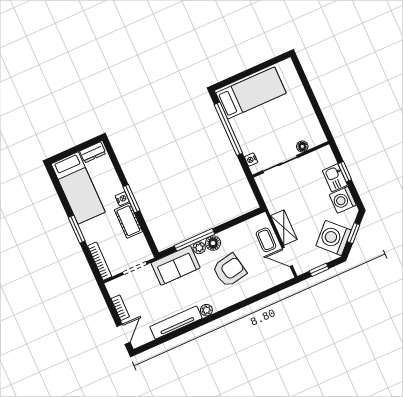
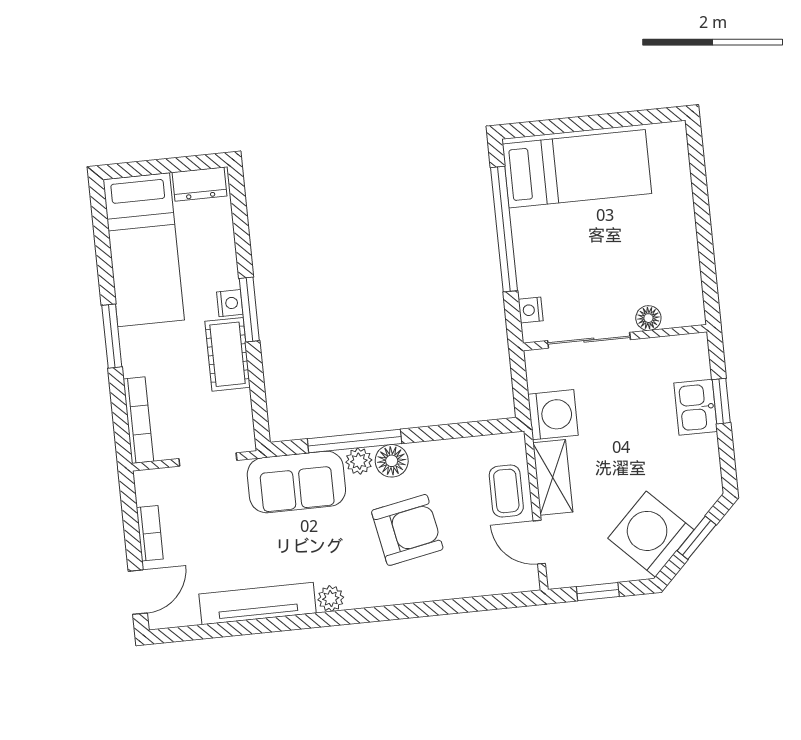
washing machine: (343, 200) -> (553, 415), moved, turned 180

